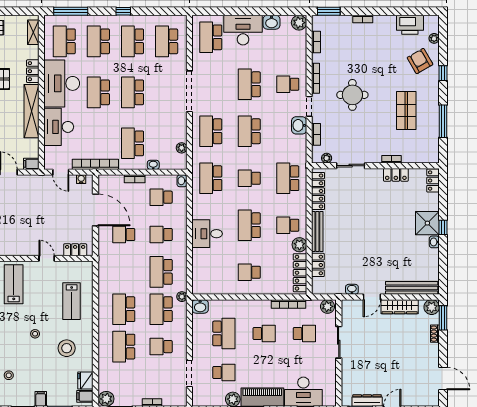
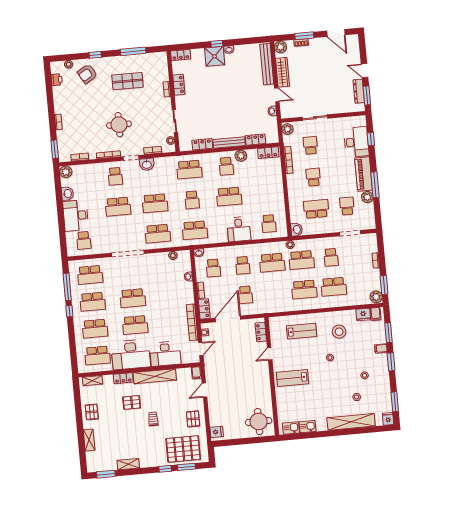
window: (71, 11) -> (67, 287), moved
printer: (410, 25) -> (57, 80), width x0.53, depth x0.68
school desk: (211, 37) -> (84, 240), width x0.54
school desk: (132, 143) -> (173, 294), removed
locker: (111, 181) -> (204, 309), added
locker: (318, 191) -> (202, 144), width x0.66
school desk: (249, 272) -> (269, 224), moved
locker: (300, 273) -> (268, 153), width x0.66
window: (443, 318) -> (304, 36), moved
door: (443, 378) -> (336, 33), swing flipped

